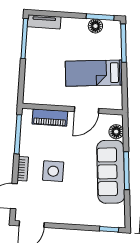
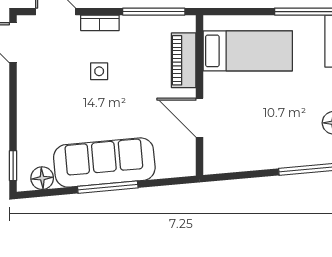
bed: (94, 73) -> (248, 51), moved, turned 95
floor lamp: (116, 132) -> (42, 178), moved
side table: (53, 171) -> (99, 71), width x0.54, depth x0.54

